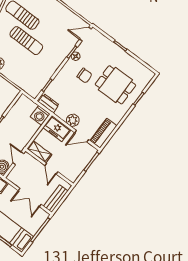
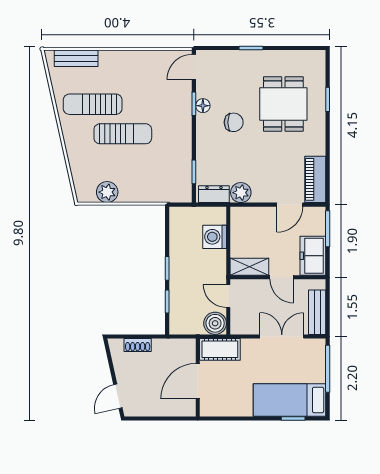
dining table: (115, 85) -> (283, 104), turned 90
washing machine: (40, 115) -> (215, 237), moved, turned 90
plant: (73, 120) -> (241, 193), moved
freezer: (57, 129) -> (313, 256), moved, turned 90
double door: (30, 197) -> (282, 336), swing flipped

